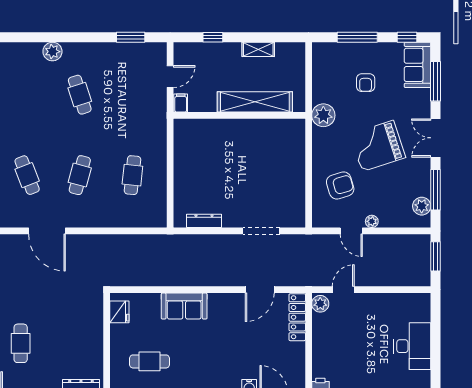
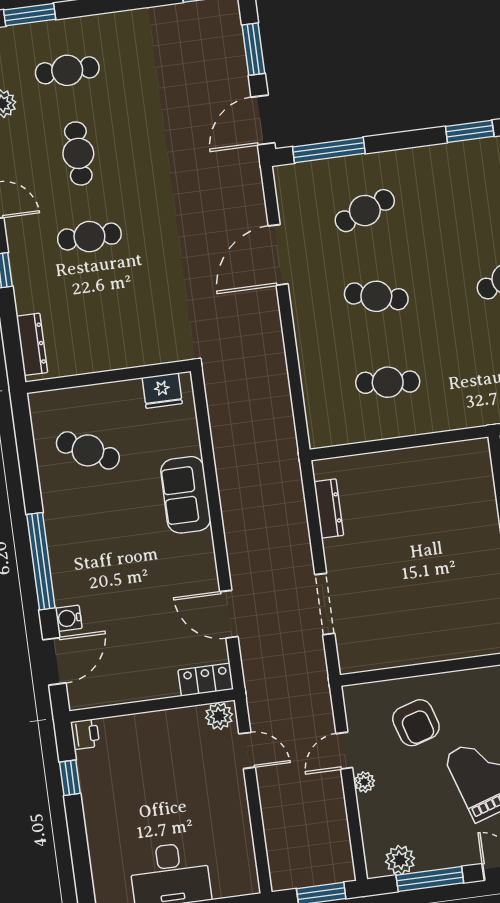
locker: (297, 317) -> (206, 680), width x0.66
cafe table: (149, 361) -> (88, 450), turned -62

